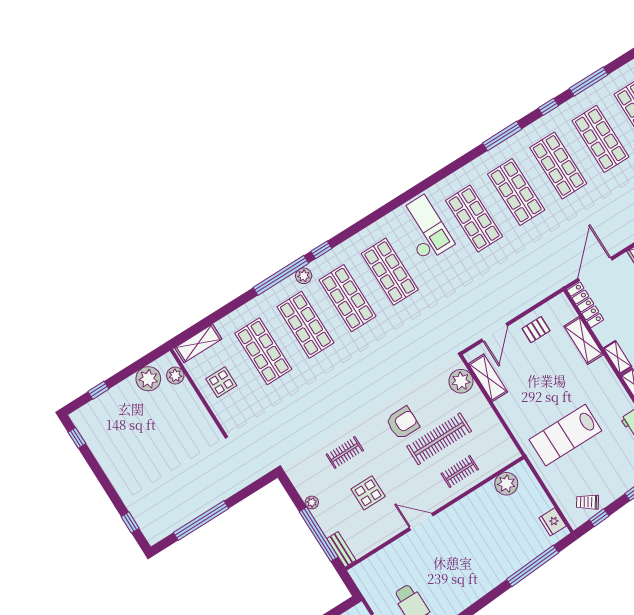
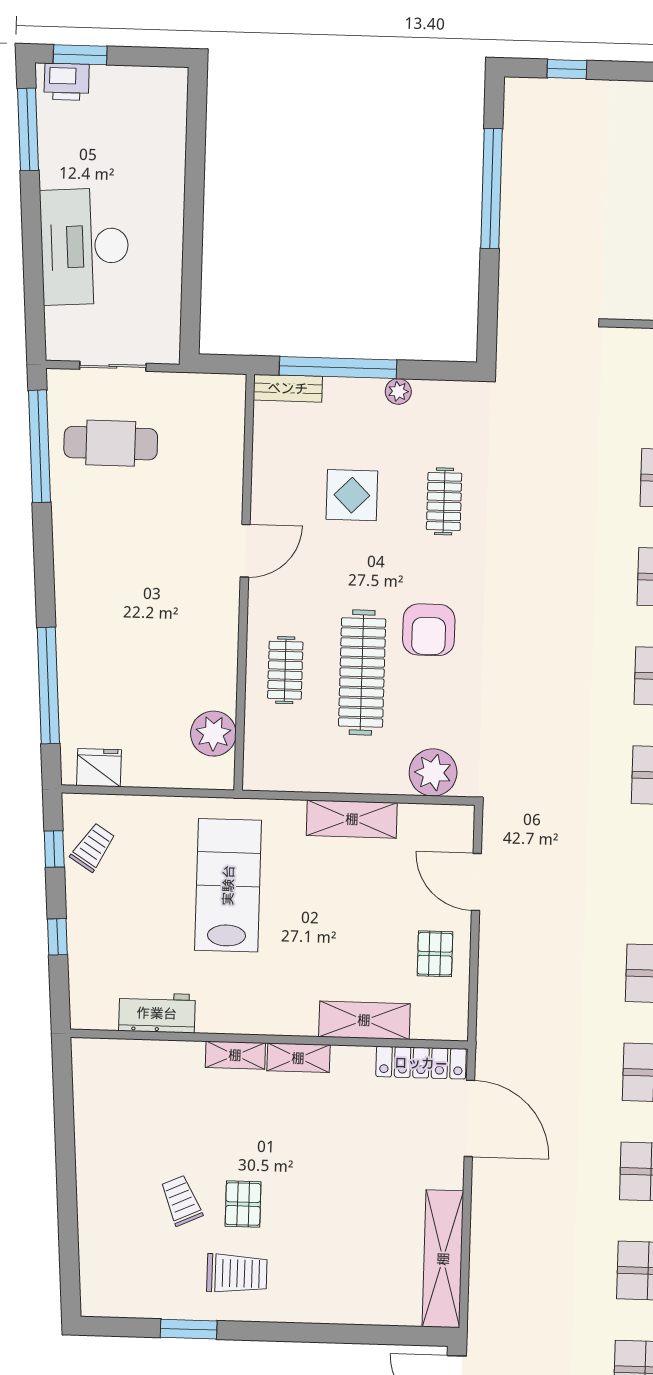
shelving: (488, 378) -> (352, 819), moved

